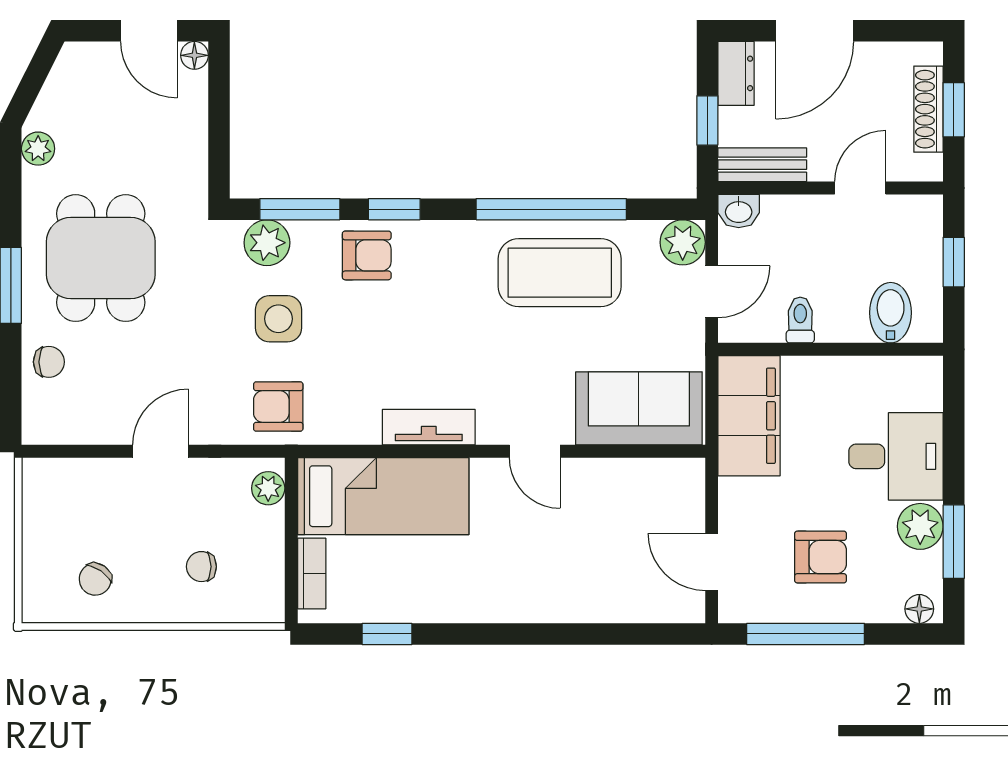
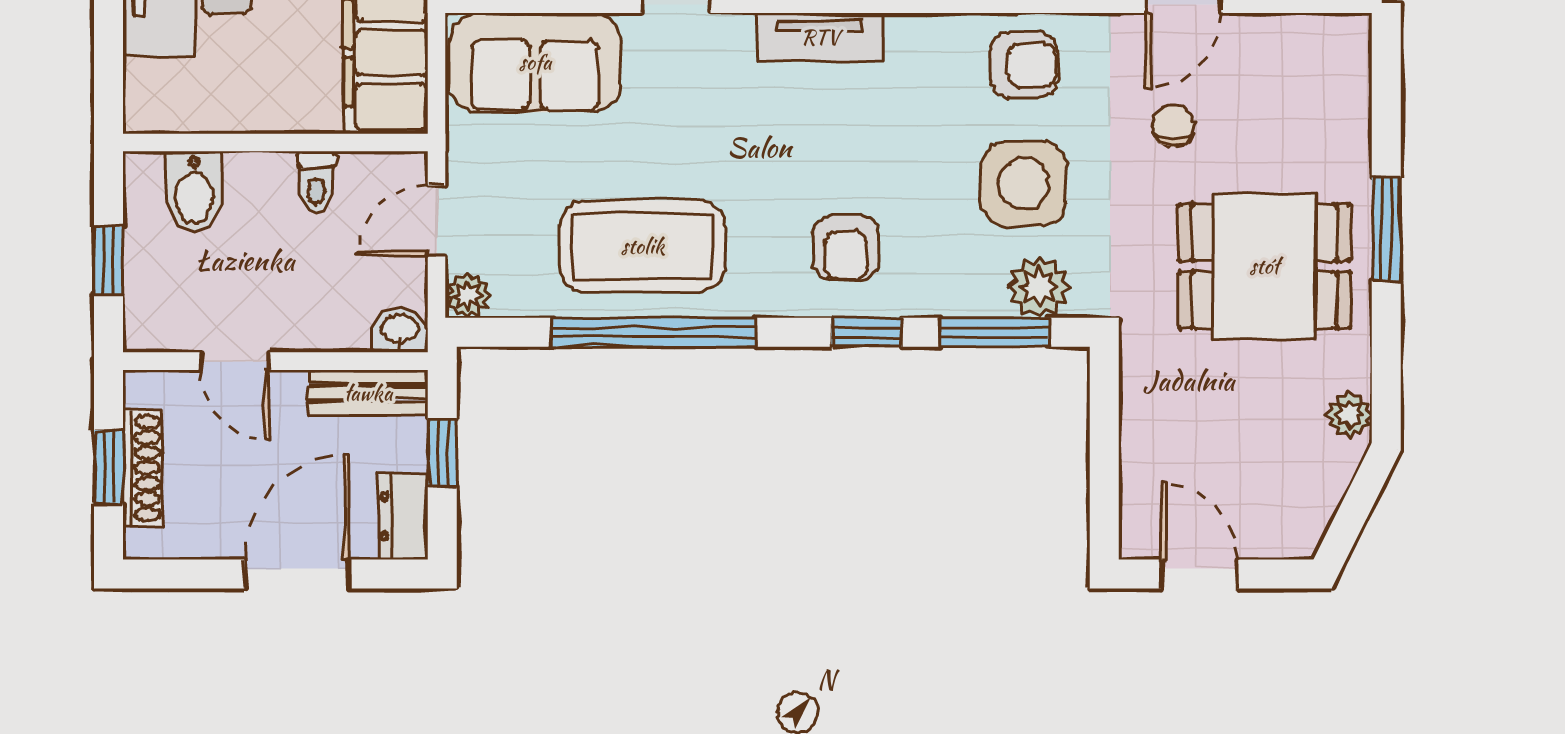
floor lamp: (194, 55) -> (1137, 541), removed
door: (860, 188) -> (235, 361), hinge flipped
plant: (683, 242) -> (467, 296), width x0.73, depth x0.73
armchair: (367, 255) -> (846, 248), moved, turned -90
dining table: (101, 258) -> (1264, 266), turned 90
side table: (278, 319) -> (1024, 184), width x1.37, depth x1.37
chair: (49, 362) -> (1174, 126), moved, turned 90

